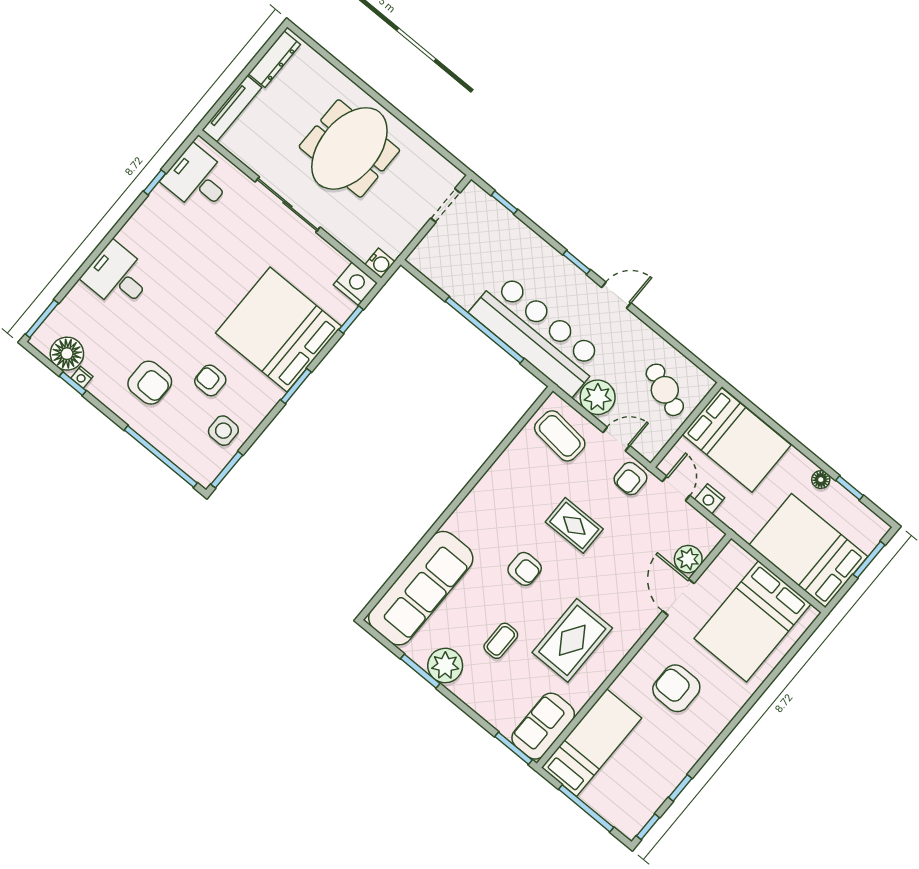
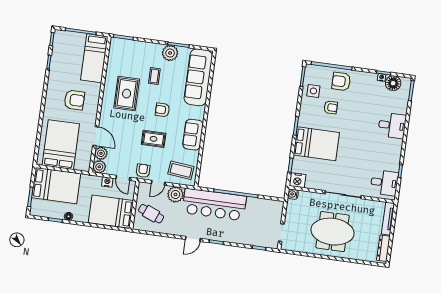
meeting table: (349, 148) -> (333, 232), turned 90
bed: (279, 330) -> (316, 144), width x0.73
armchair: (150, 383) -> (341, 81), moved
plant: (707, 536) -> (99, 167), added
sofa: (543, 726) -> (193, 135), moved, turned 180

